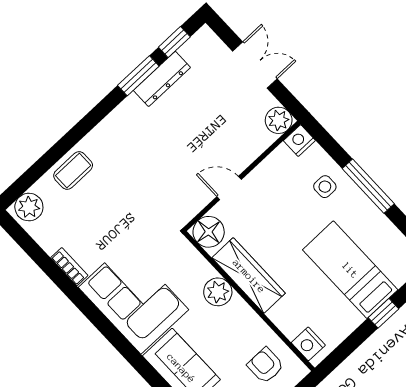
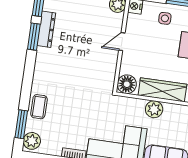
window: (32, 175) -> (21, 124), added
door: (229, 188) -> (122, 42), moved

